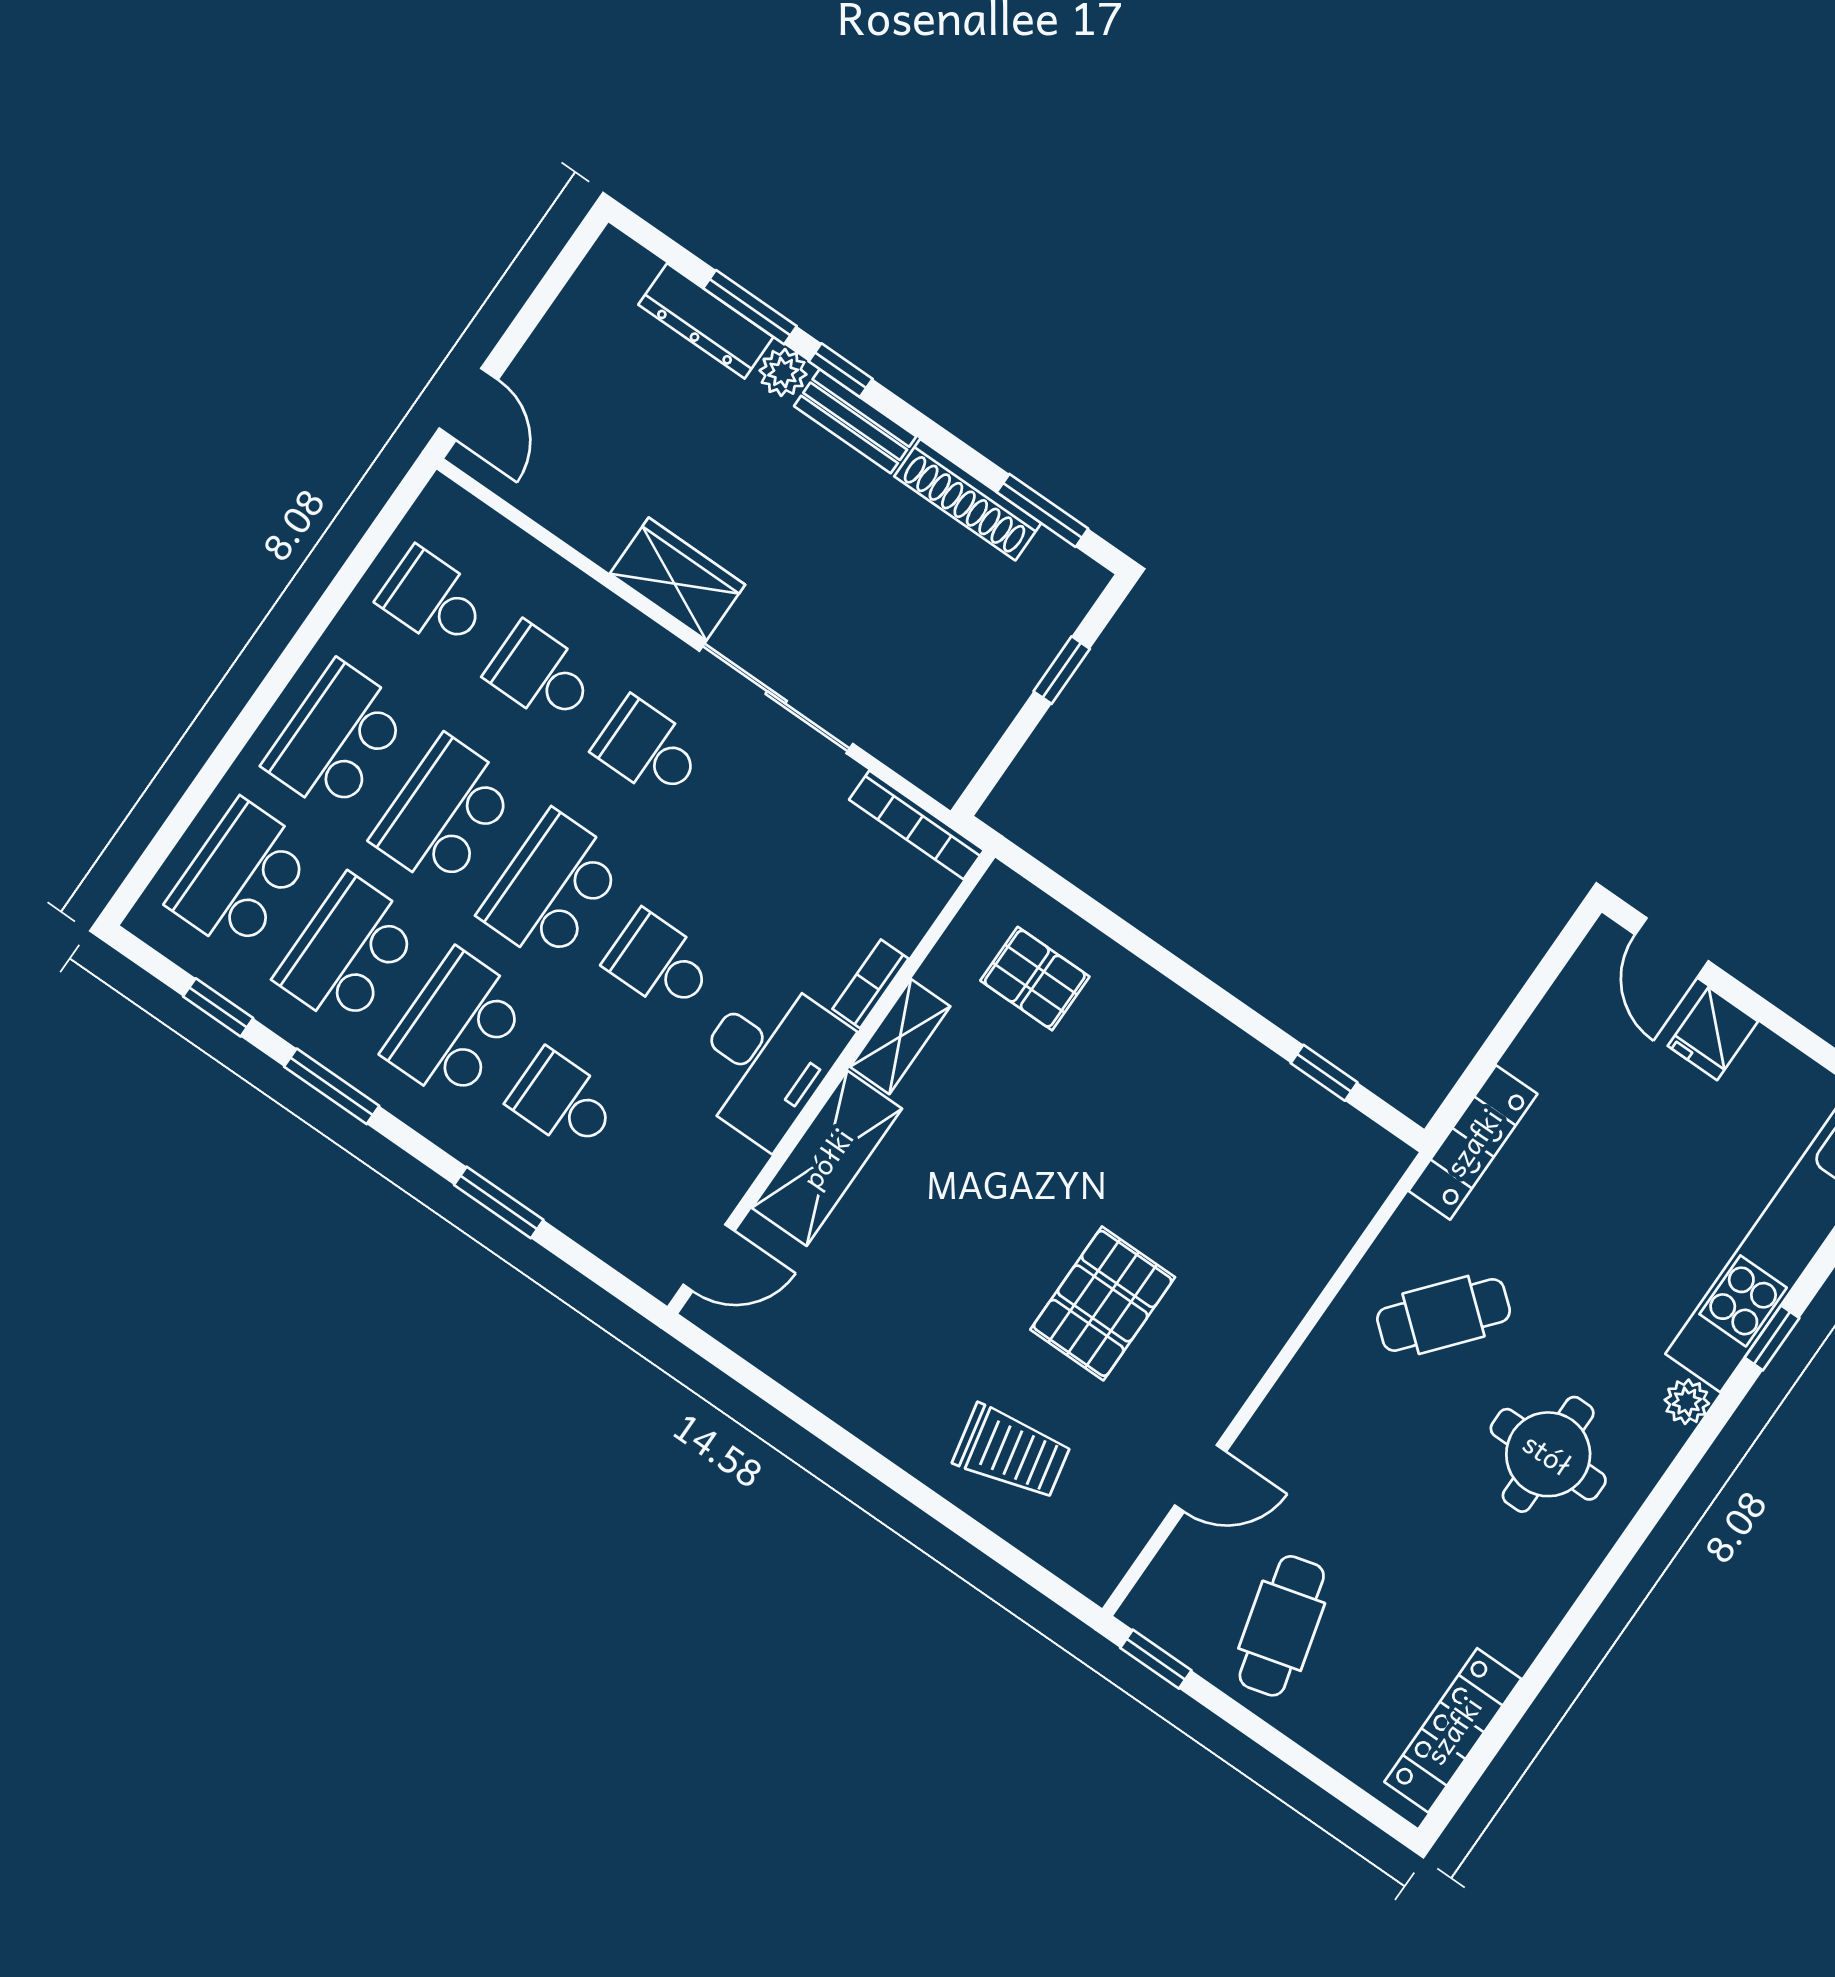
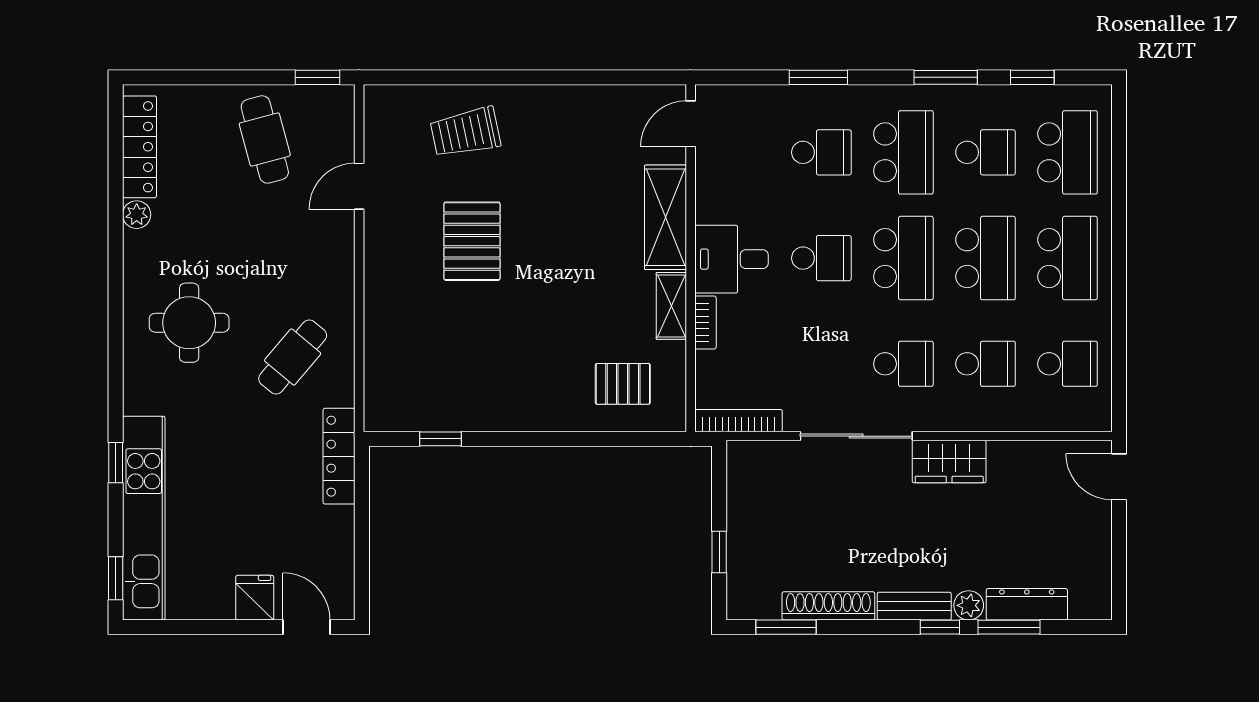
school desk: (348, 952) -> (985, 152), width x0.54
desk: (767, 1060) -> (732, 259), width x0.73
plant: (1687, 1402) -> (137, 215), moved

